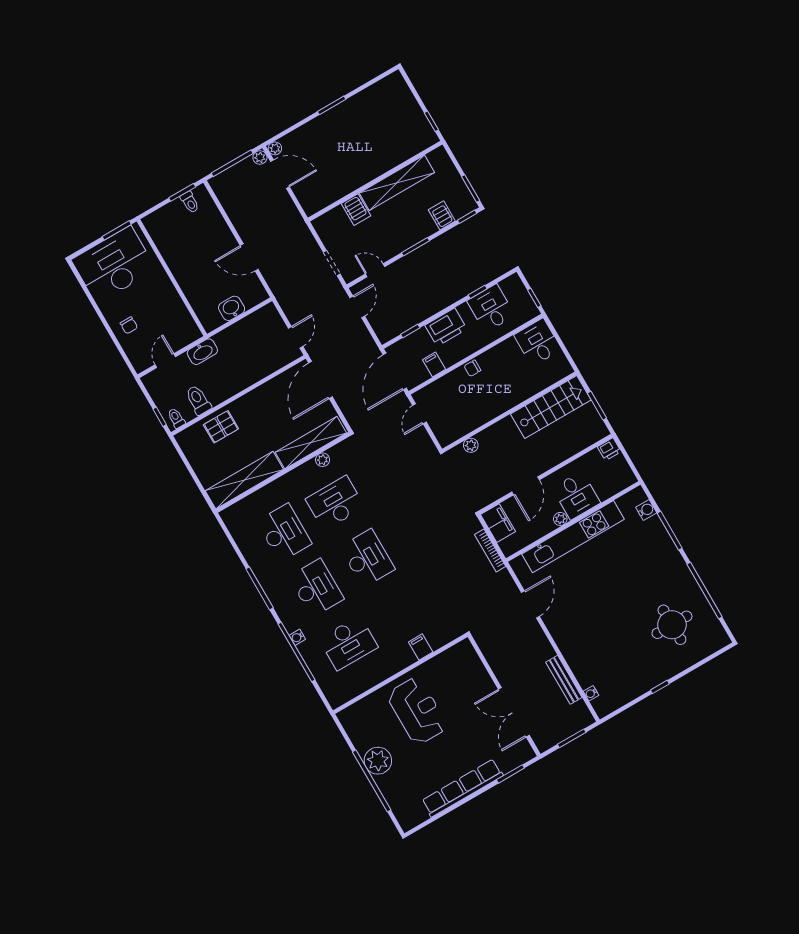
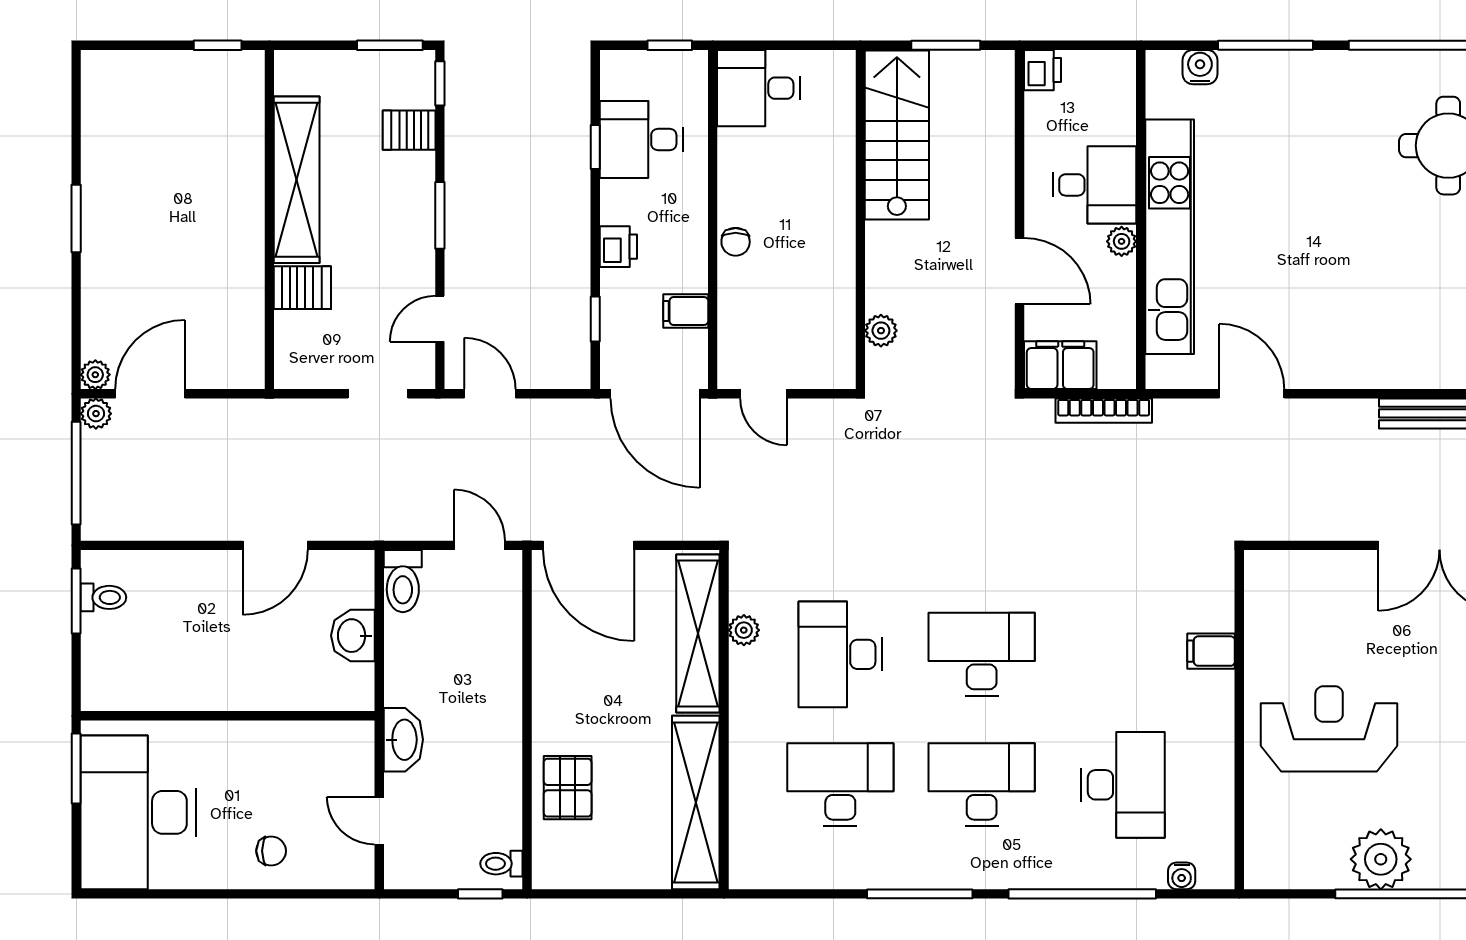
printer: (446, 327) -> (618, 247), width x0.53, depth x0.68
toilet: (198, 400) -> (403, 581), moved, turned -90
water cooler: (297, 637) -> (1182, 876), moved

